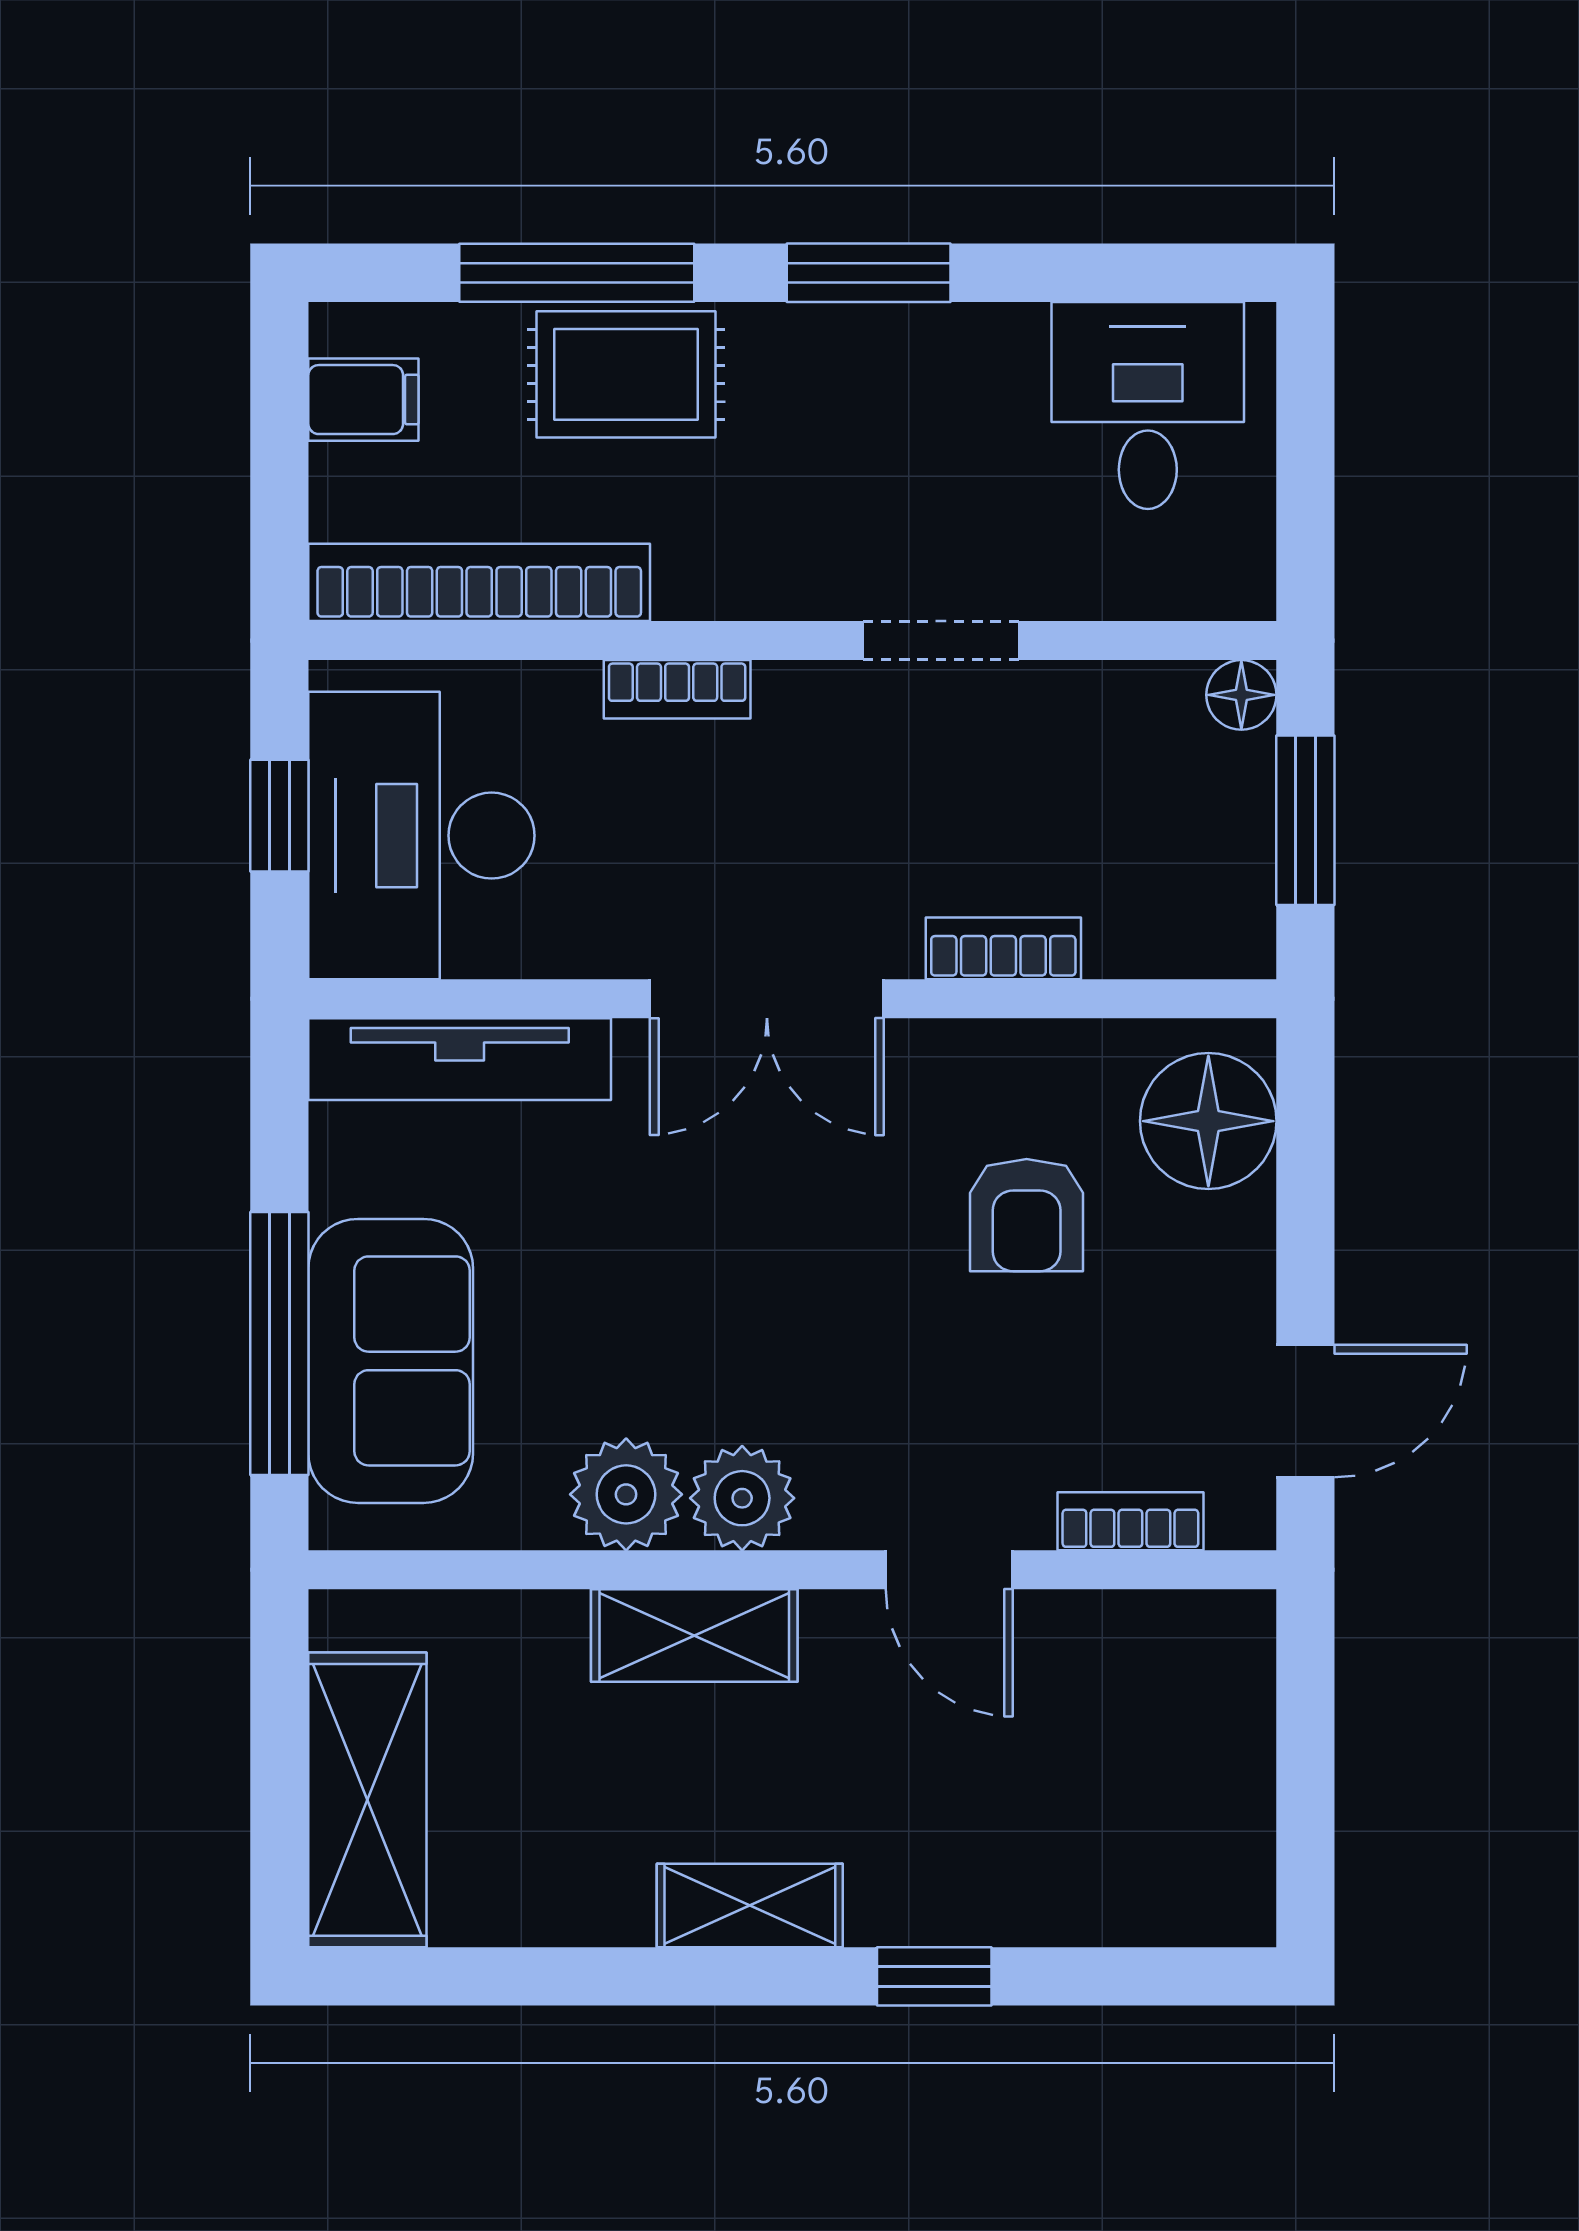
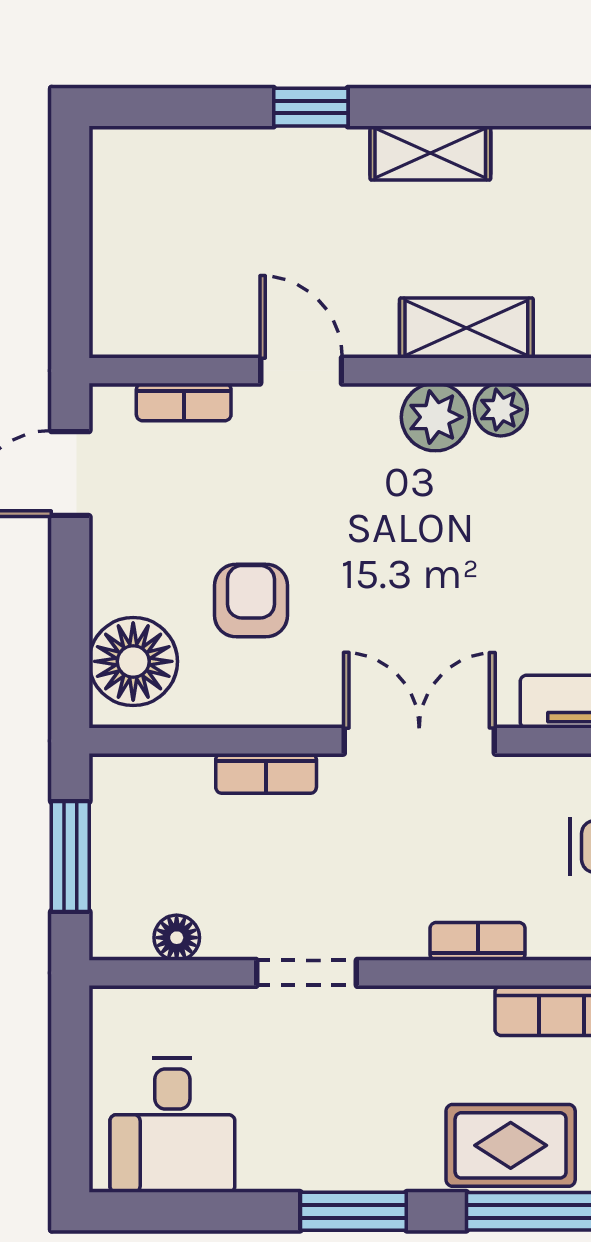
floor lamp: (1241, 695) -> (177, 938), moved
plant: (626, 1494) -> (501, 410), width x0.73, depth x0.73

